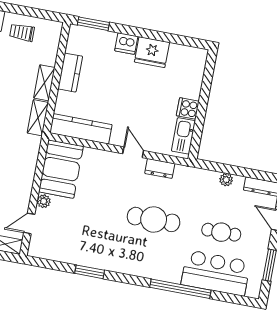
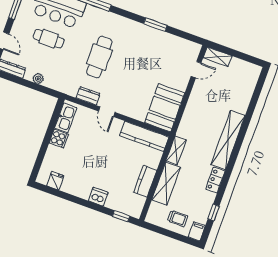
window: (93, 24) -> (121, 216), width x0.67
fridge: (152, 52) -> (55, 181), moved, width x0.53, depth x0.75
shelving: (44, 83) -> (166, 184), width x1.50, depth x1.33
plant: (44, 201) -> (182, 85), removed
cafe table: (154, 219) -> (99, 57), turned 90

